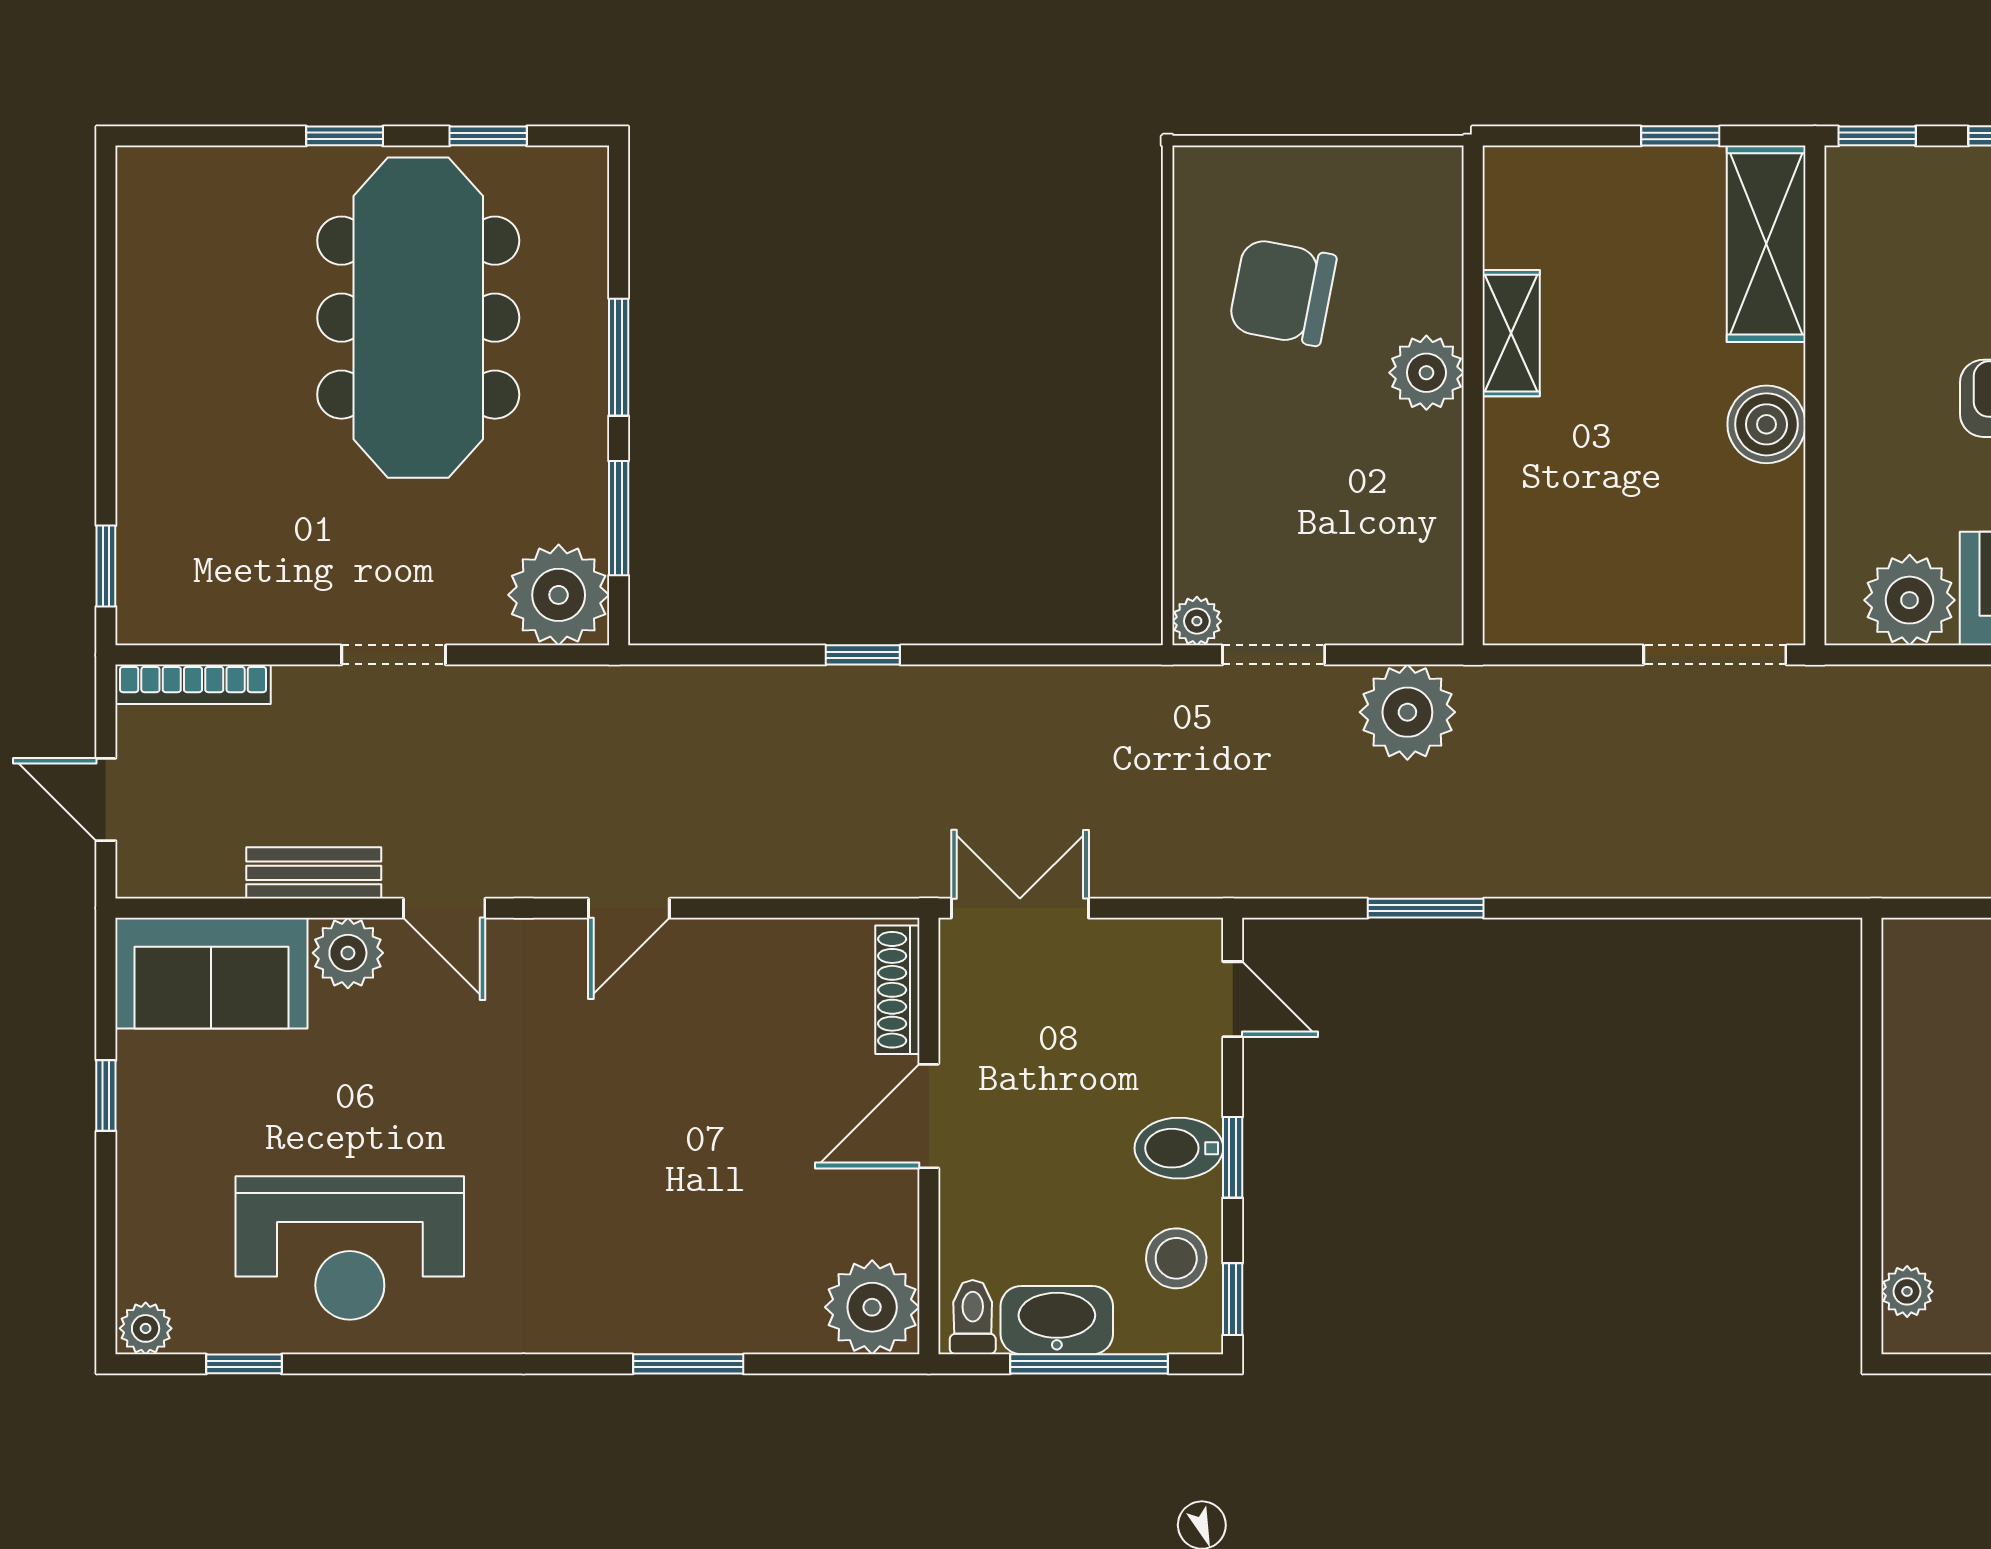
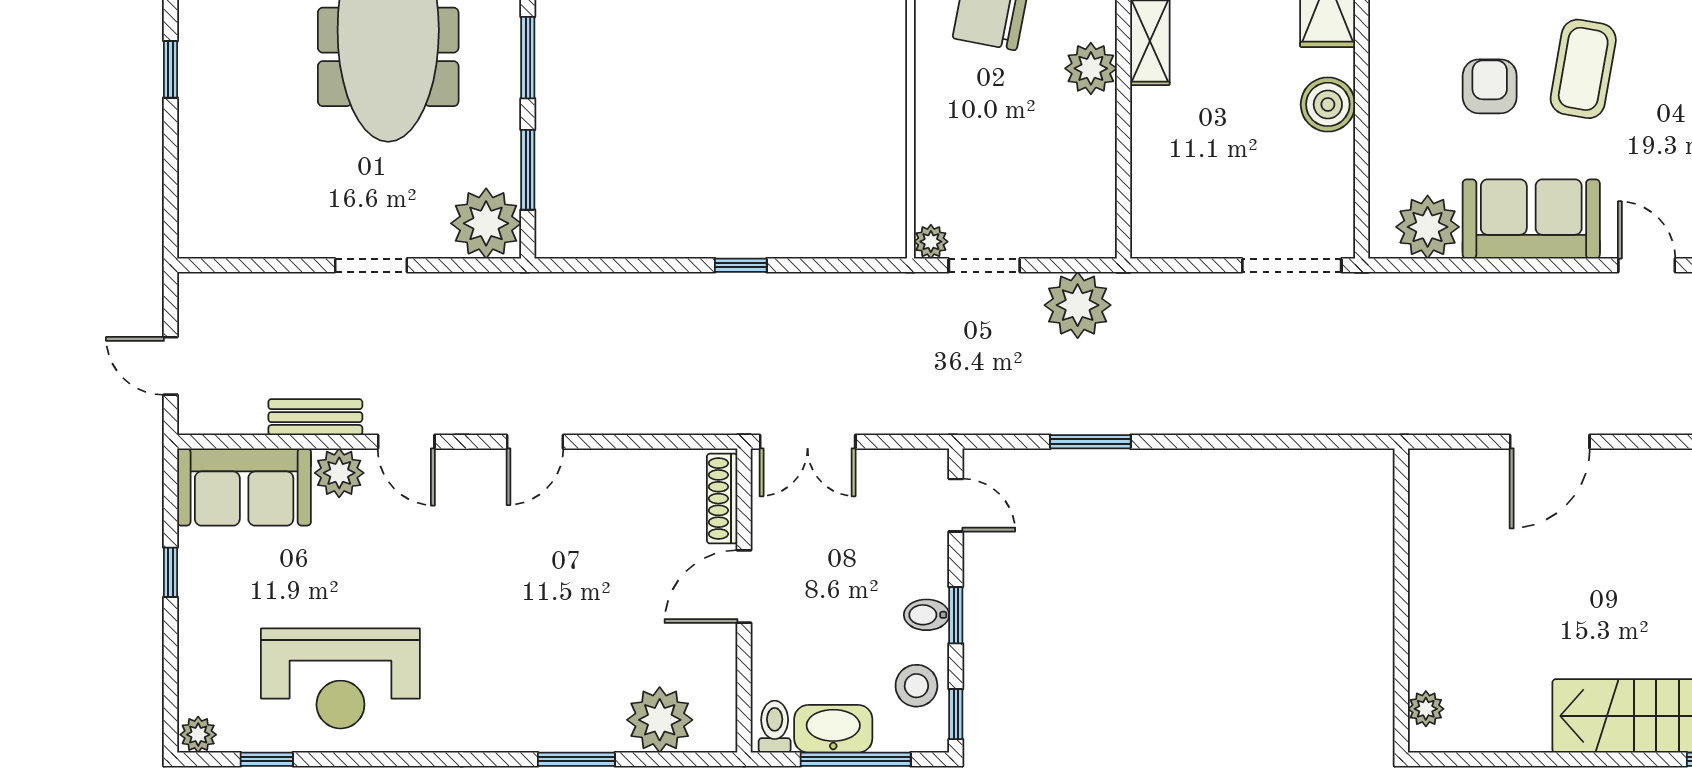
window: (106, 566) -> (170, 69), moved
window: (863, 655) -> (741, 265), moved
bookcase: (193, 684) -> (231, 286), removed
double door: (1020, 908) -> (808, 442), swing flipped
bidet: (1179, 1148) -> (926, 615), width x0.72, depth x0.74
plant: (872, 1307) -> (660, 720), moved

